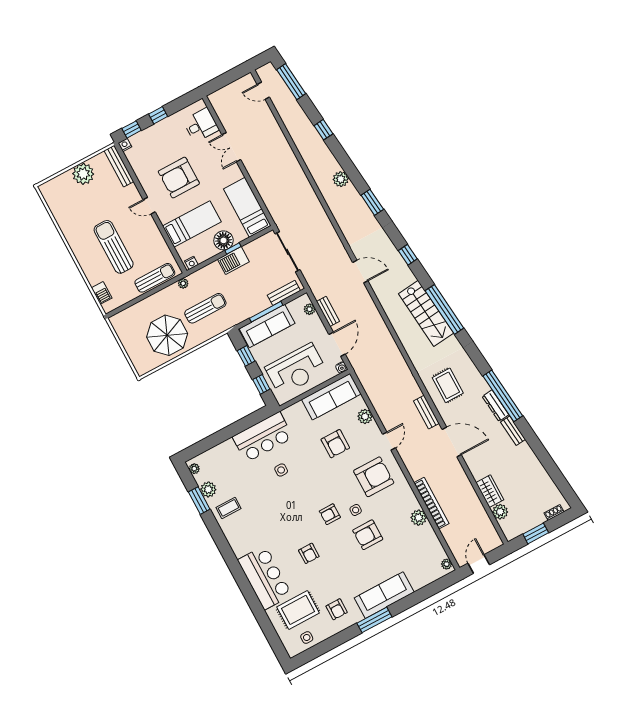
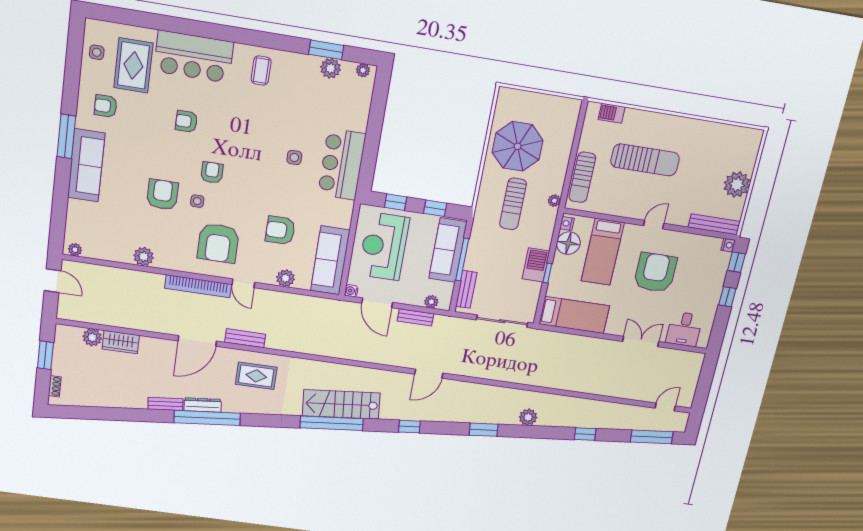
floor lamp: (223, 240) -> (568, 243), moved
bookcase: (431, 503) -> (198, 286), moved
coffee table: (228, 508) -> (261, 71), moved

